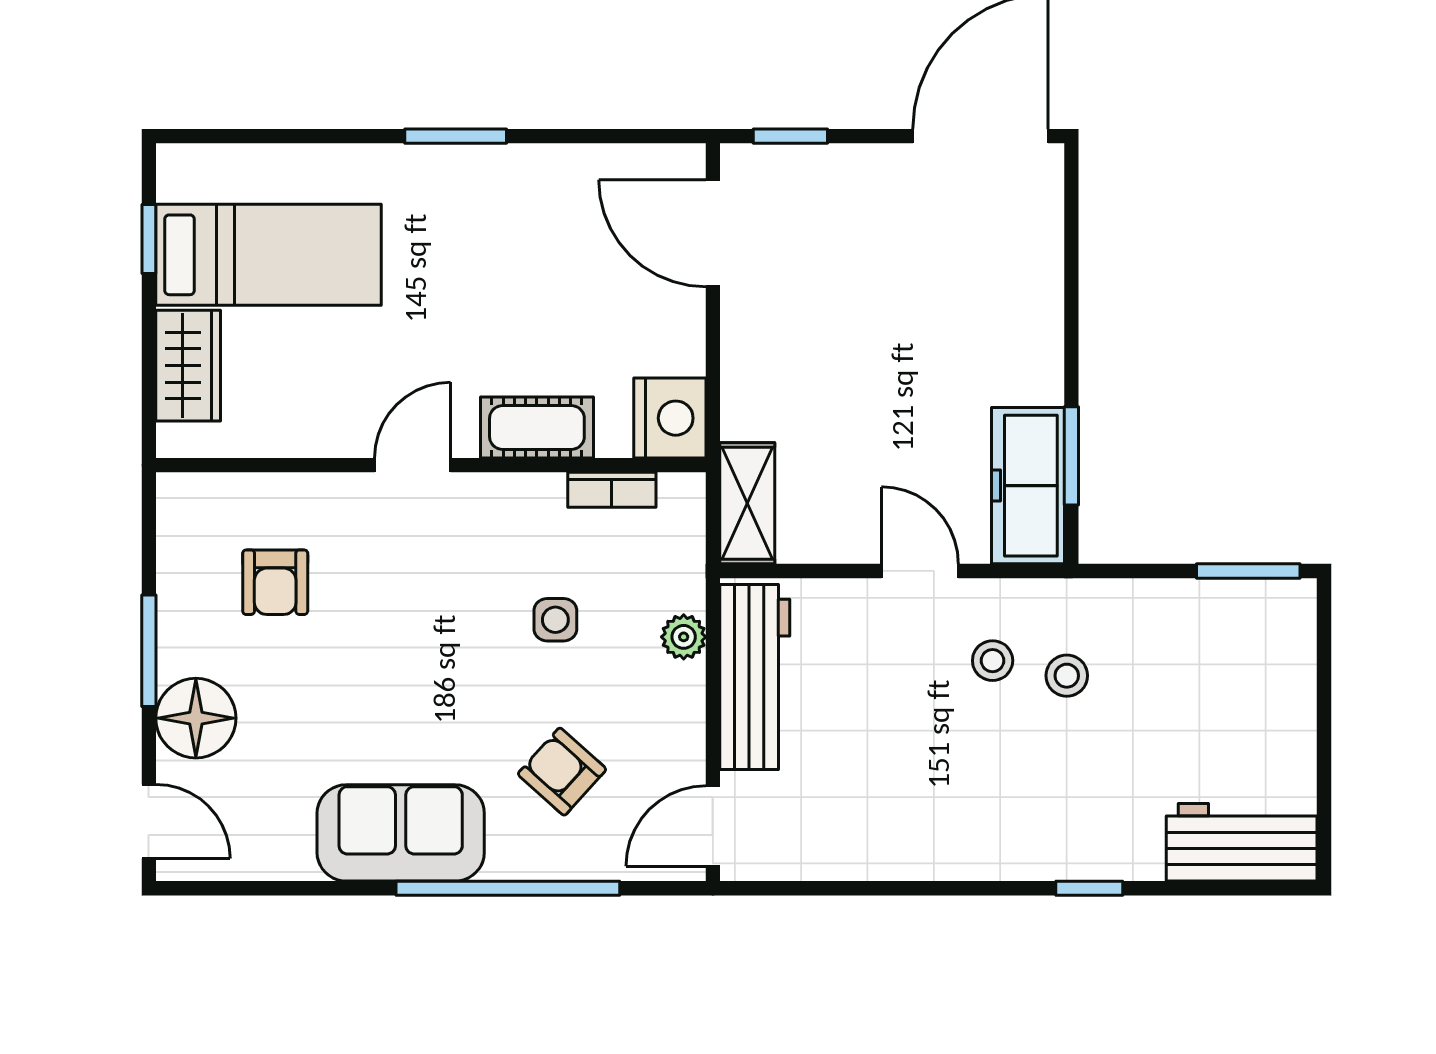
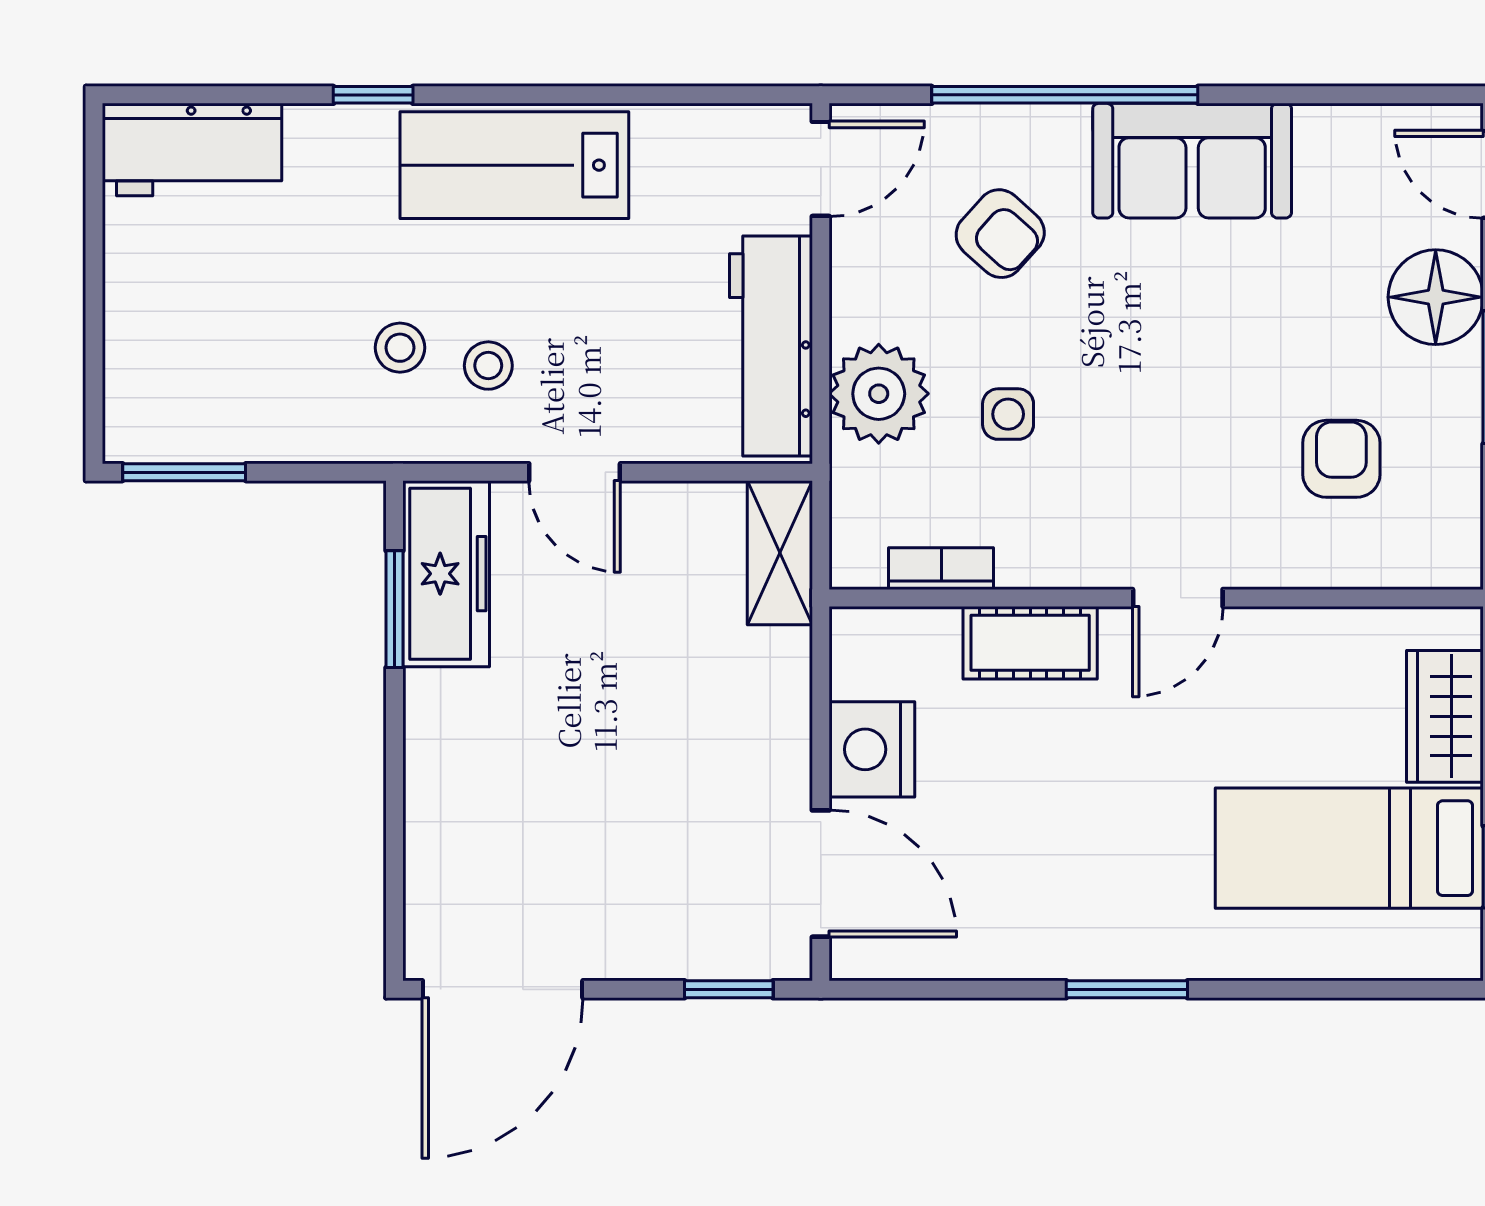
nightstand: (670, 418) -> (872, 749), moved
plant: (684, 637) -> (879, 394), width x1.87, depth x1.87
lab bench: (971, 829) -> (514, 165), added

